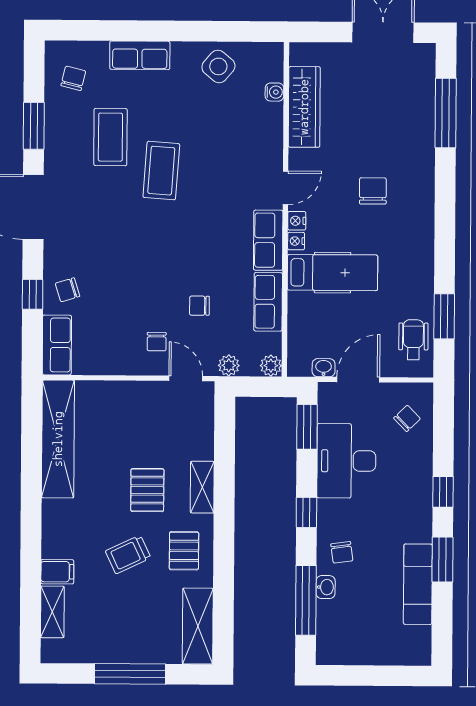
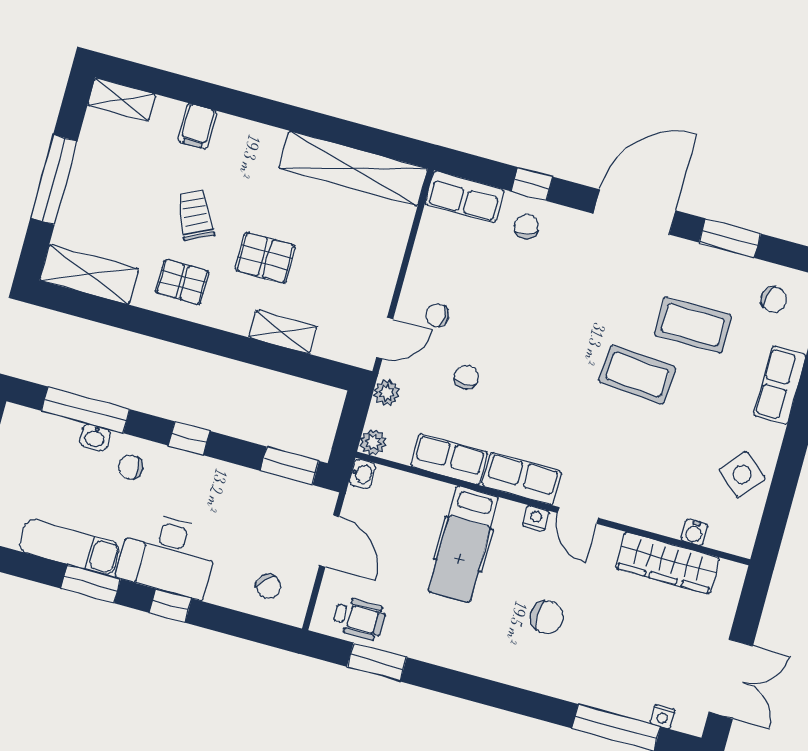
nightstand: (296, 241) -> (663, 717), moved, turned 180
washbasin: (324, 368) -> (362, 474), moved
desk: (346, 461) -> (168, 555), moved, turned 180
shelving: (202, 487) -> (283, 332), moved
shelving: (52, 612) -> (122, 100), moved

